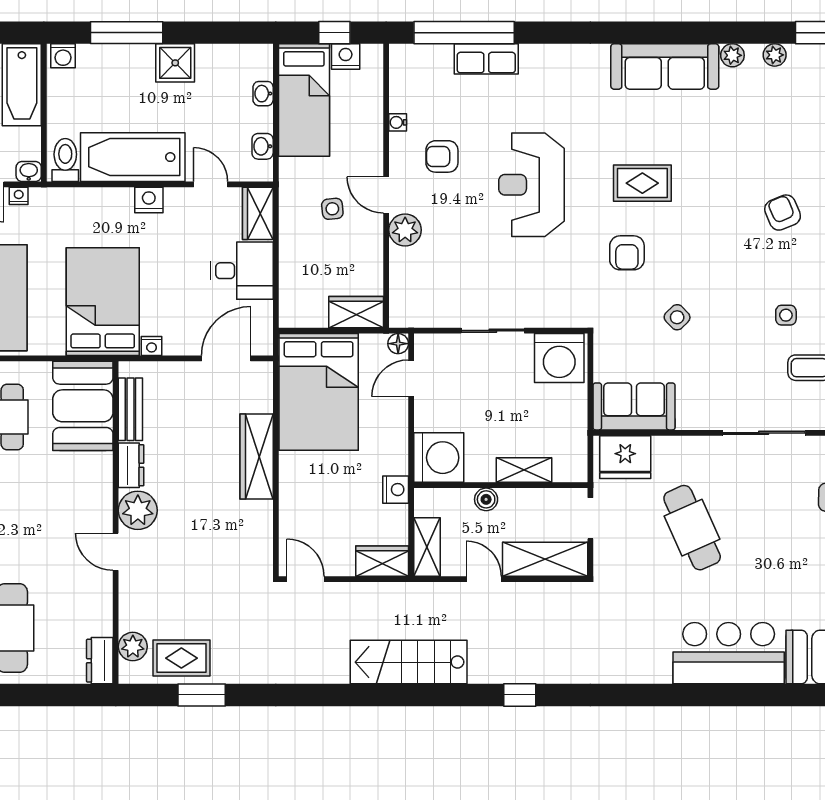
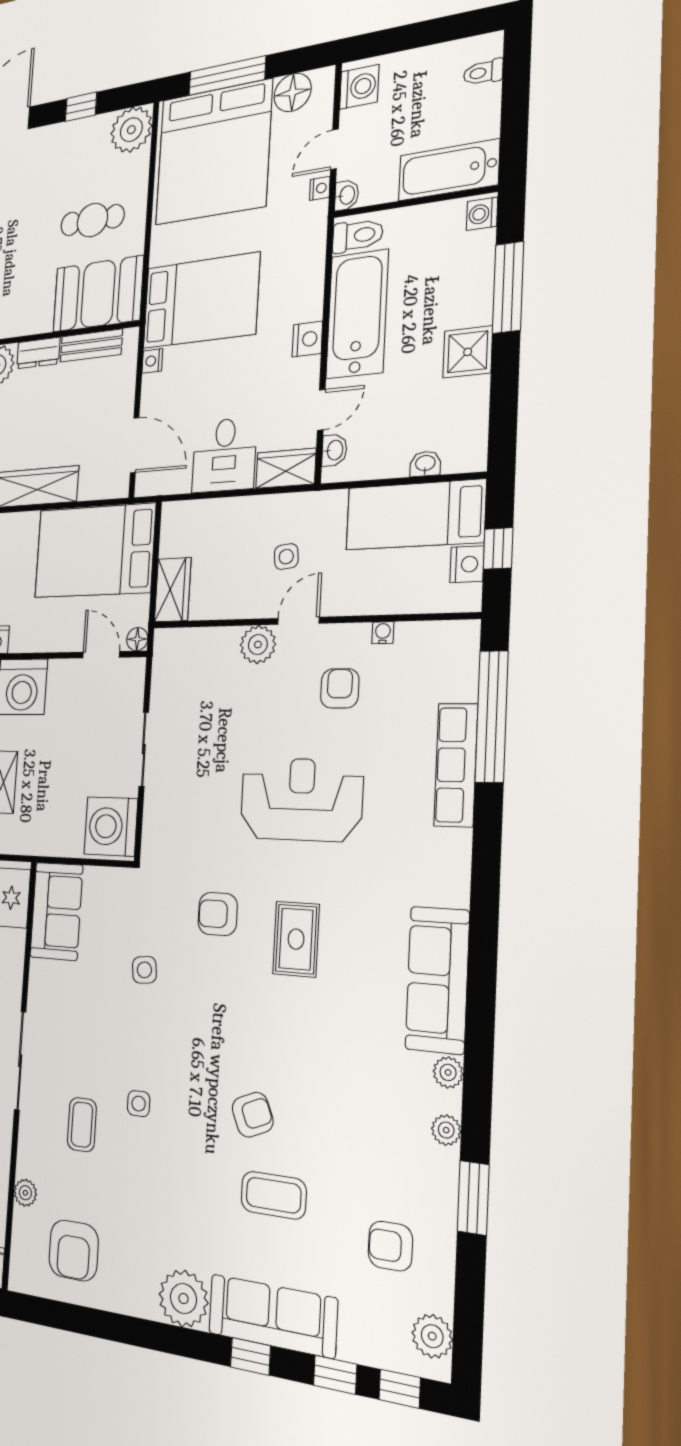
row of seats: (486, 59) -> (456, 765), width x1.48
washbasin: (263, 146) -> (334, 450), moved, turned 90
side table: (677, 317) -> (144, 970), turned 38

